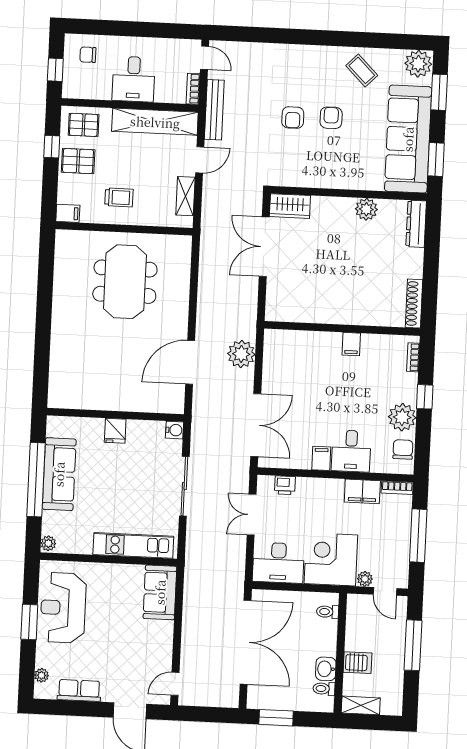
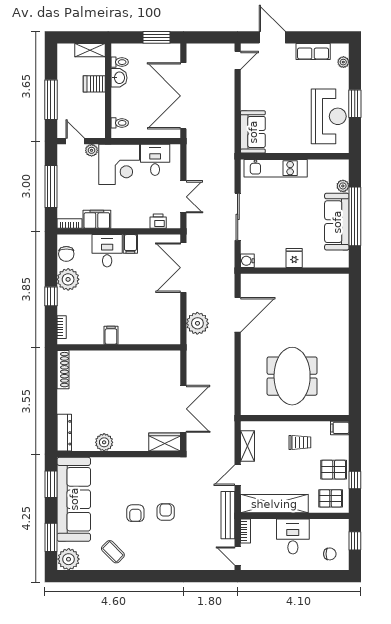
trolley: (119, 197) -> (300, 442), turned 180
plant: (48, 543) -> (343, 186), moved
desk: (278, 563) -> (155, 160), width x0.73

